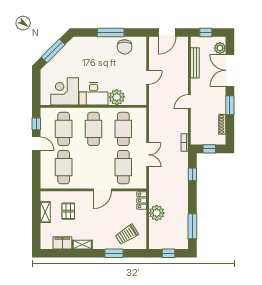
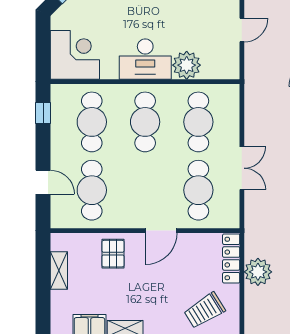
corner desk: (65, 91) -> (75, 55), moved, turned 90
door: (36, 144) -> (43, 182), moved
locker: (142, 200) -> (231, 258), width x1.53
pallet: (68, 211) -> (113, 254), moved

